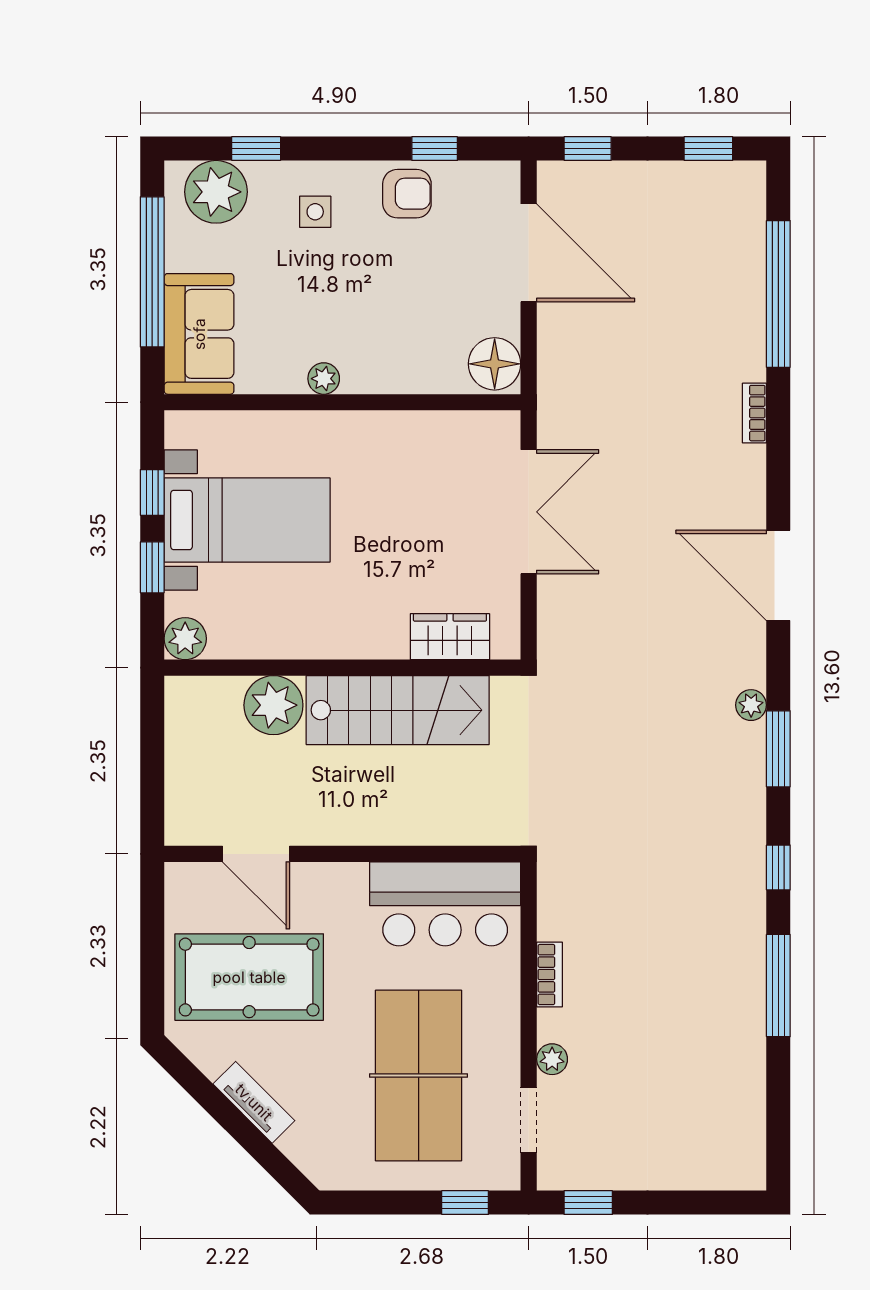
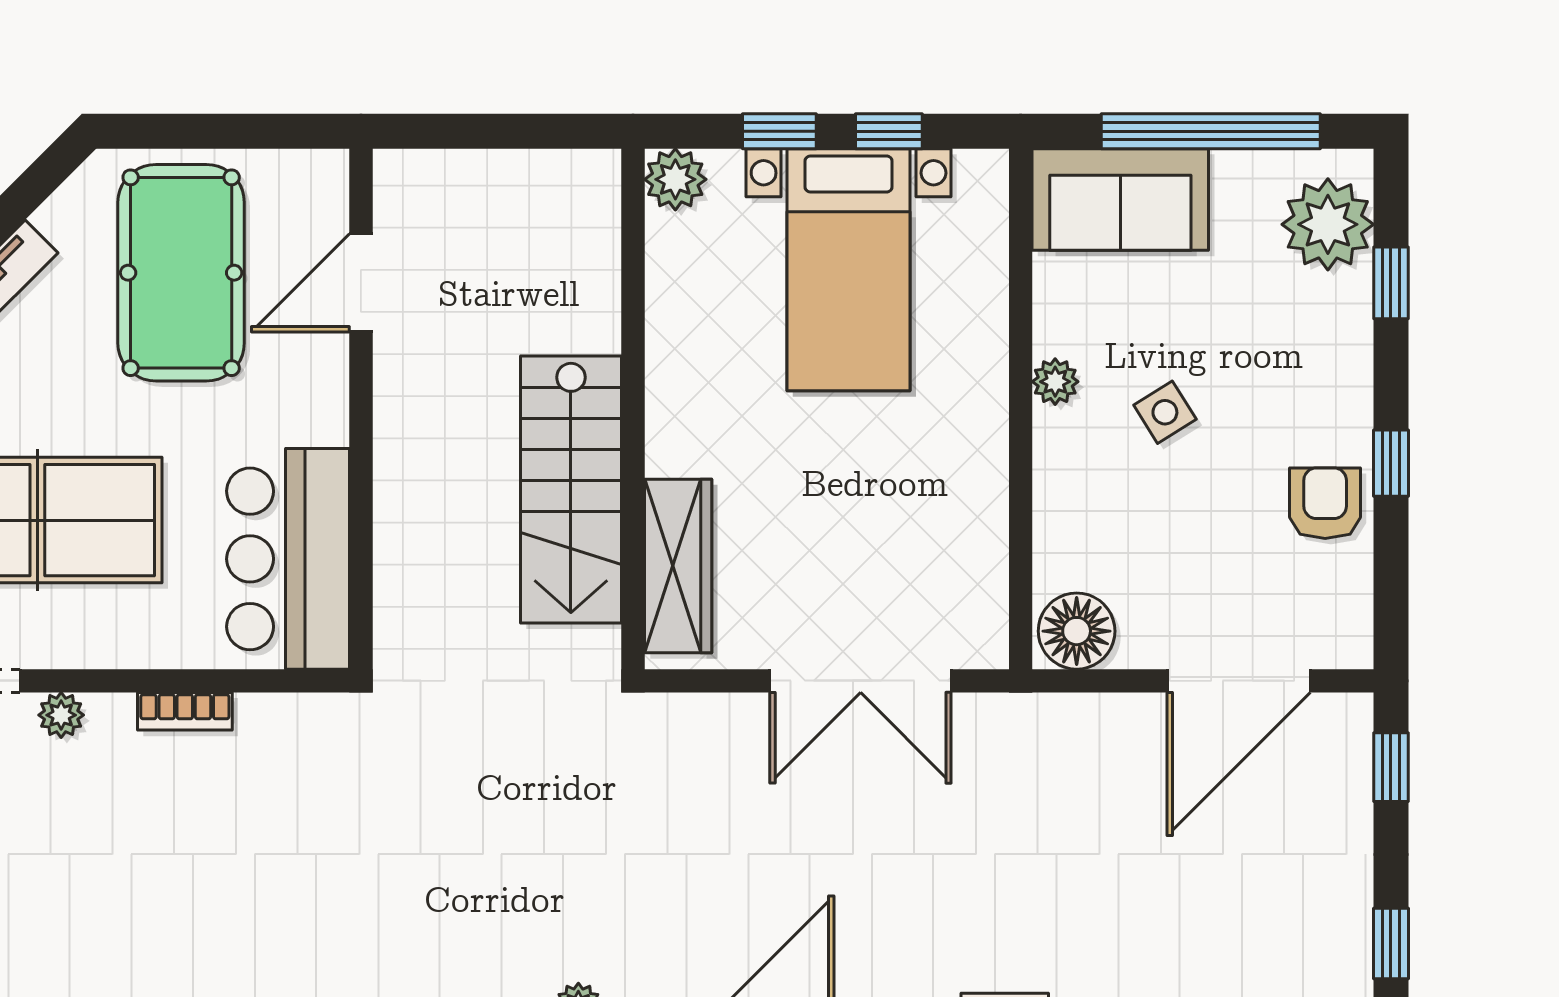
window: (435, 149) -> (1391, 463), moved
armchair: (407, 194) -> (1325, 503), turned 180
side table: (315, 212) -> (1165, 412), moved, turned -32
wardrobe: (450, 637) -> (678, 566), width x1.50
plant: (273, 705) -> (578, 308), removed

